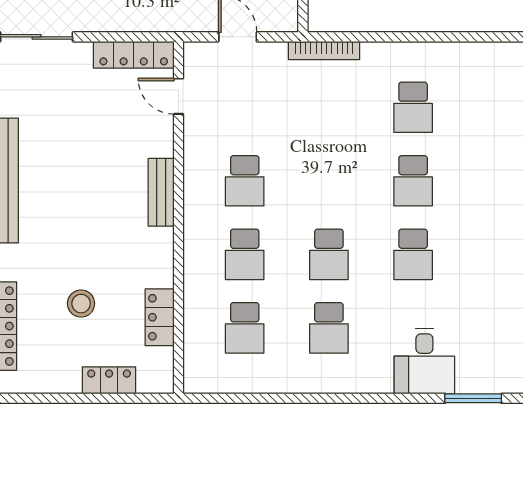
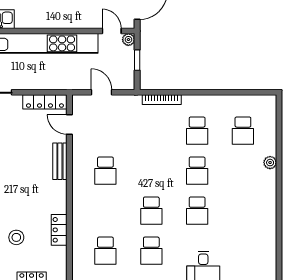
bookcase: (324, 50) -> (162, 100), moved
bench: (161, 192) -> (60, 161), moved
school desk: (245, 254) -> (243, 131), moved
locker: (160, 317) -> (59, 230), moved

